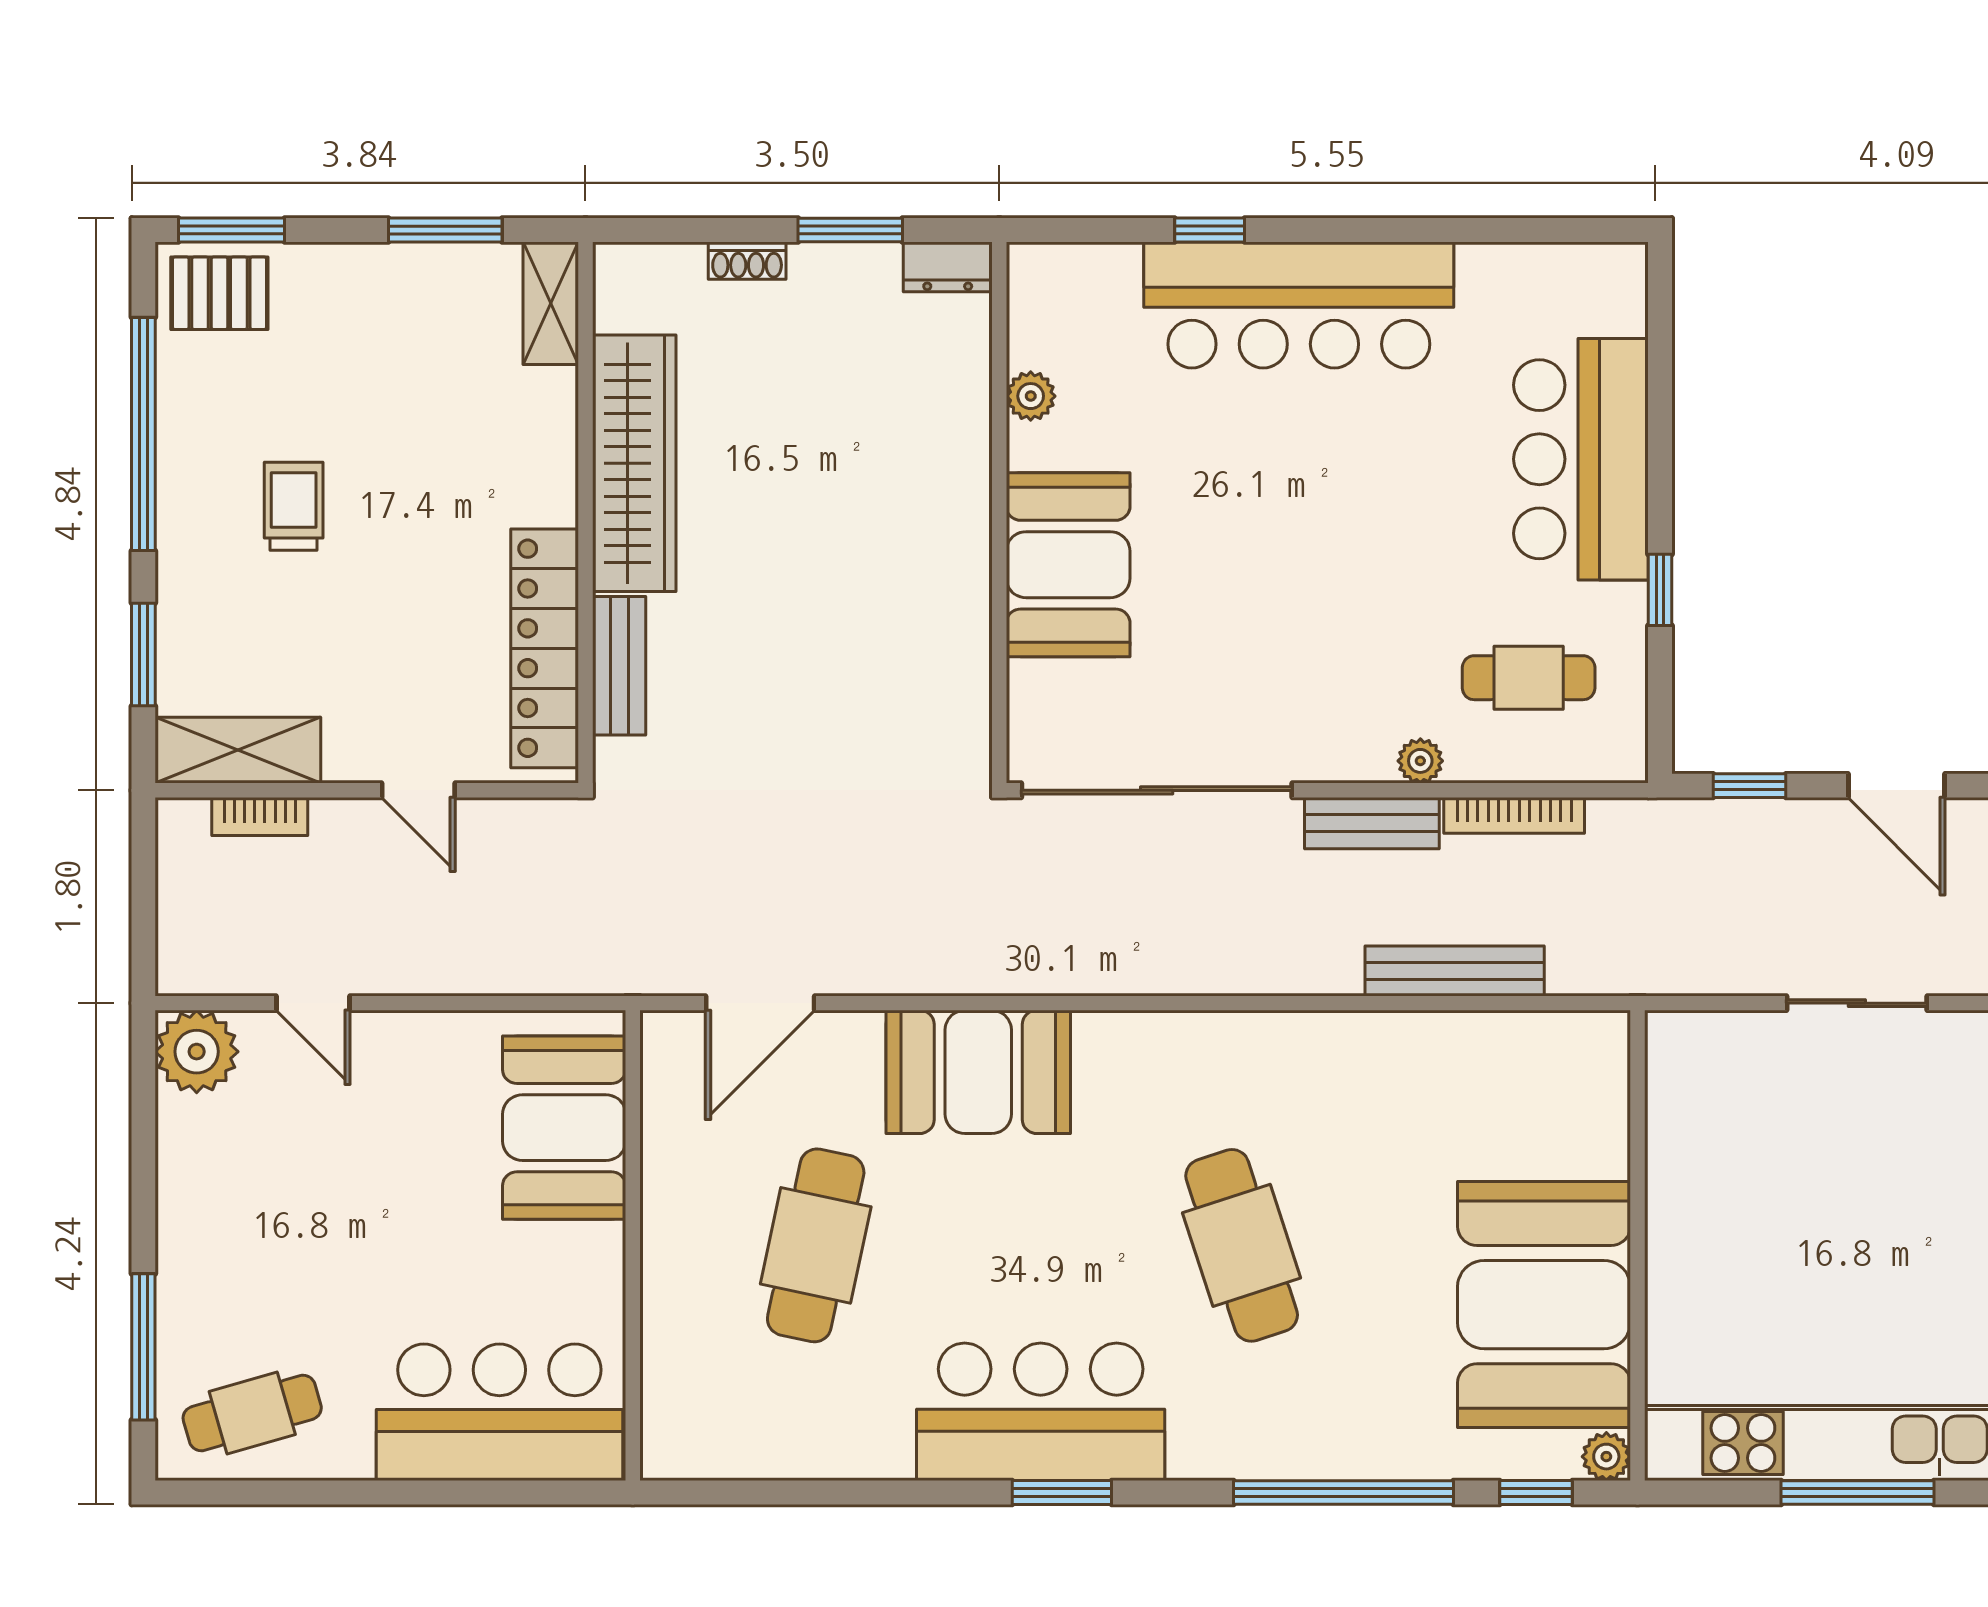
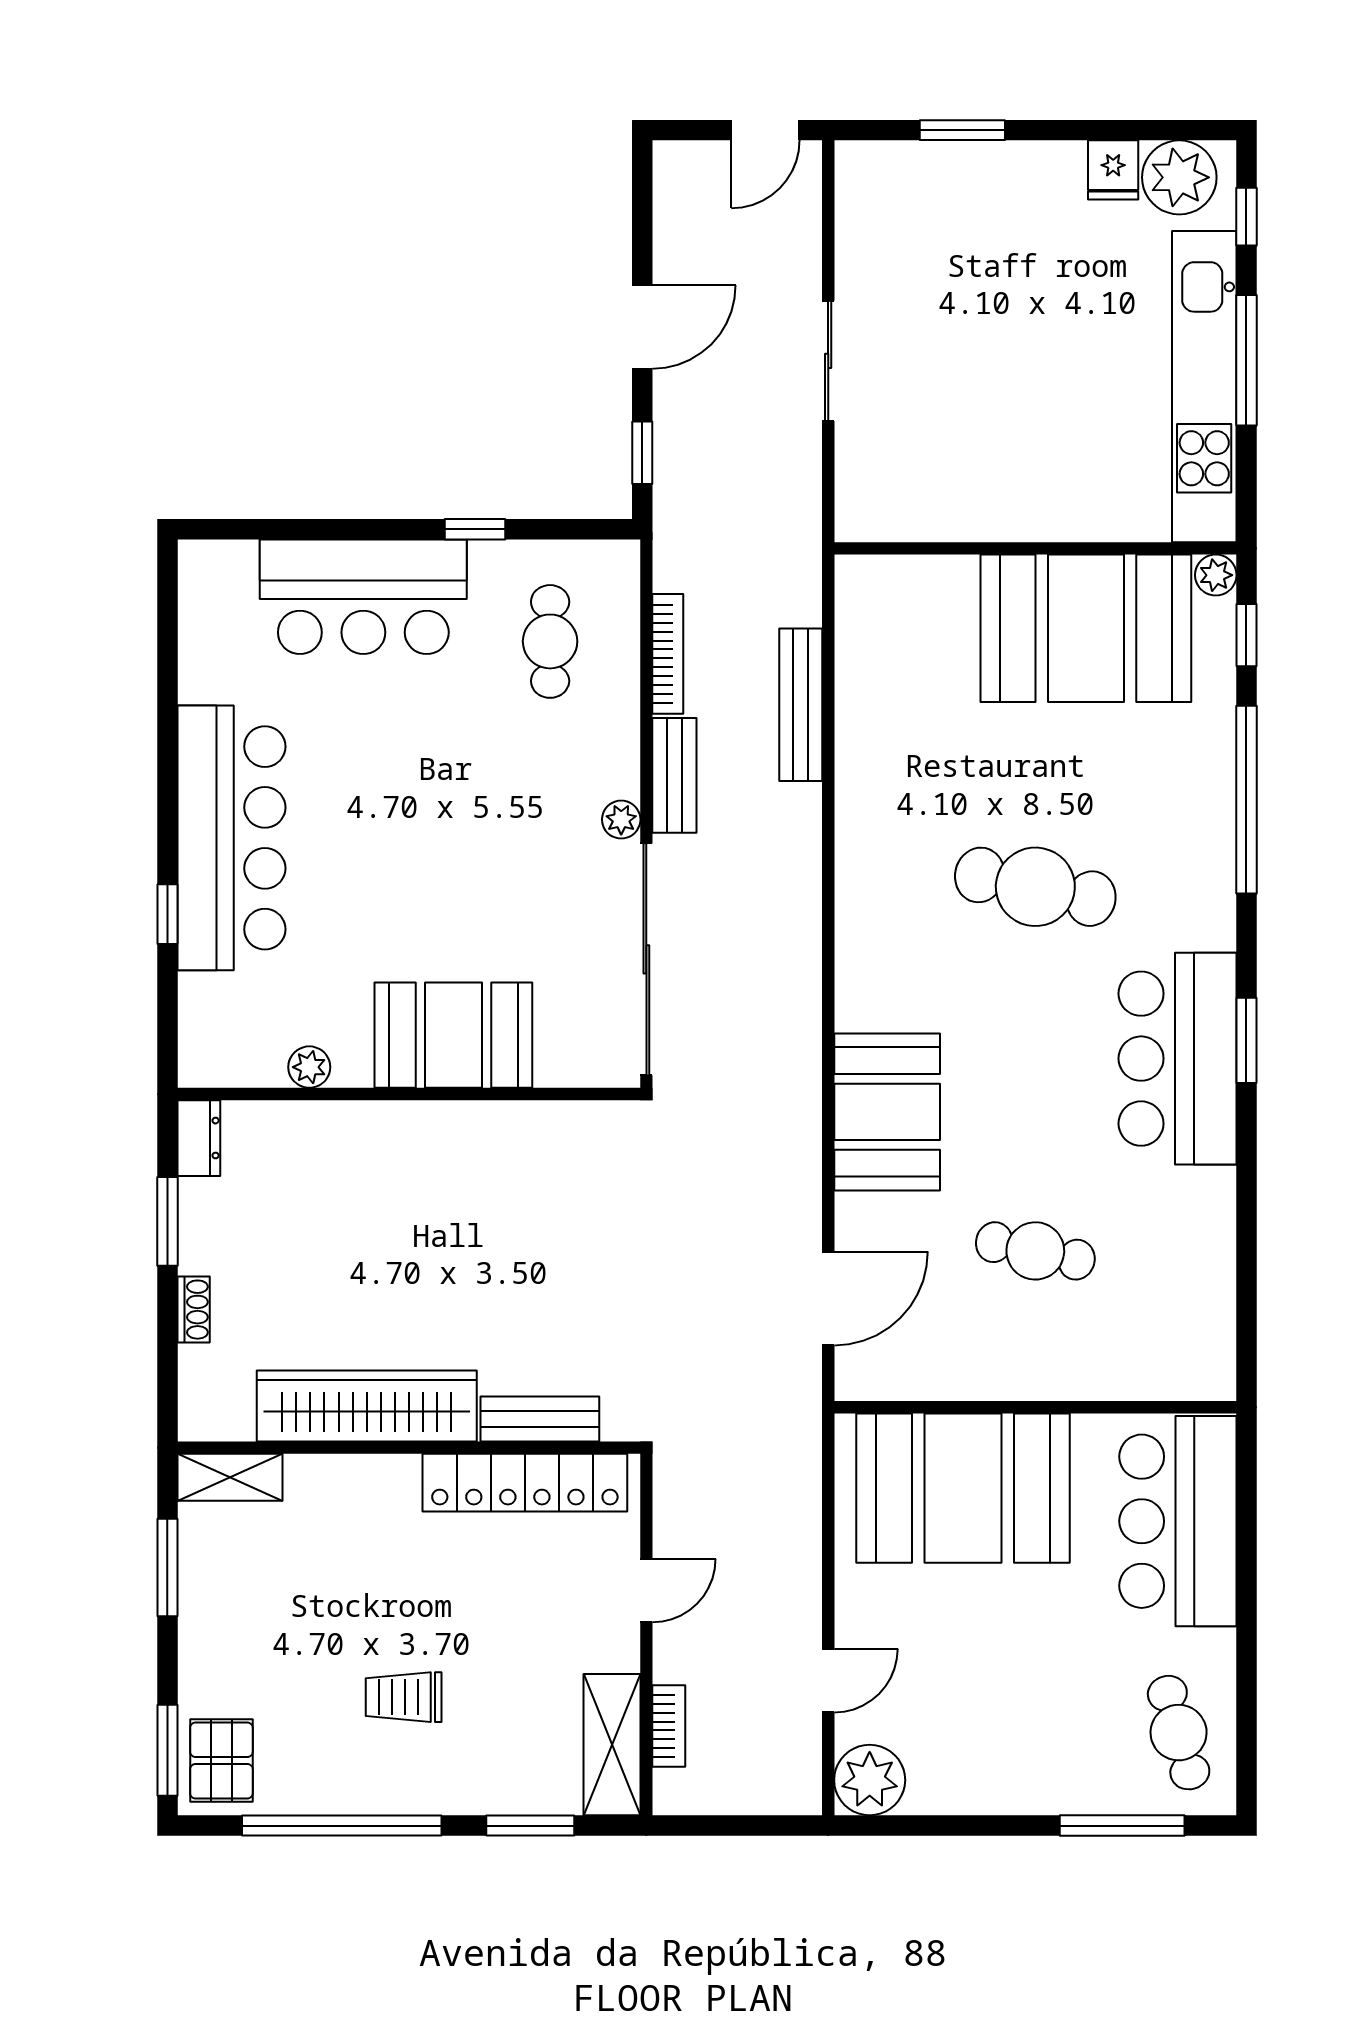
plant: (1420, 761) -> (621, 820), moved
door: (760, 1003) -> (828, 1298), hinge flipped
booth: (564, 1128) -> (963, 1488), width x1.36, depth x1.42
cafe table: (816, 1245) -> (1035, 1251), width x0.73, depth x0.74
cafe table: (1242, 1245) -> (1035, 887), turned 30

